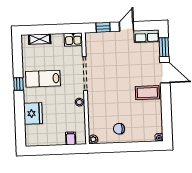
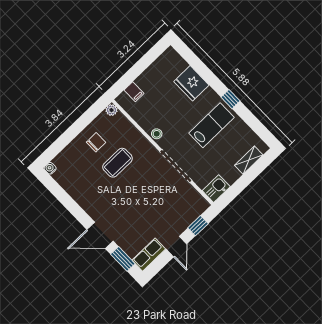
coffee table: (147, 93) -> (118, 163), moved

